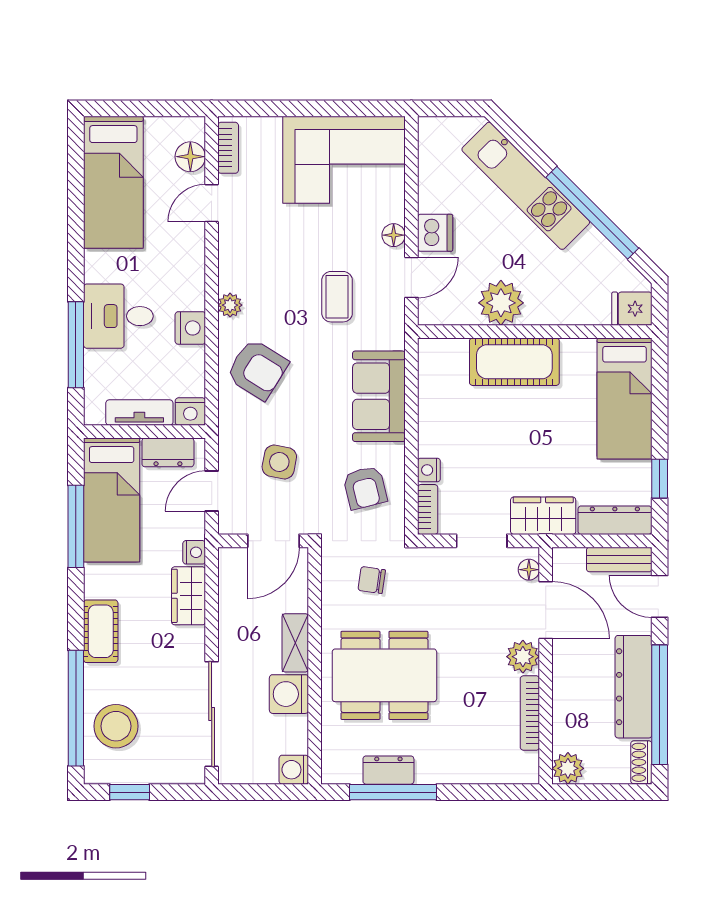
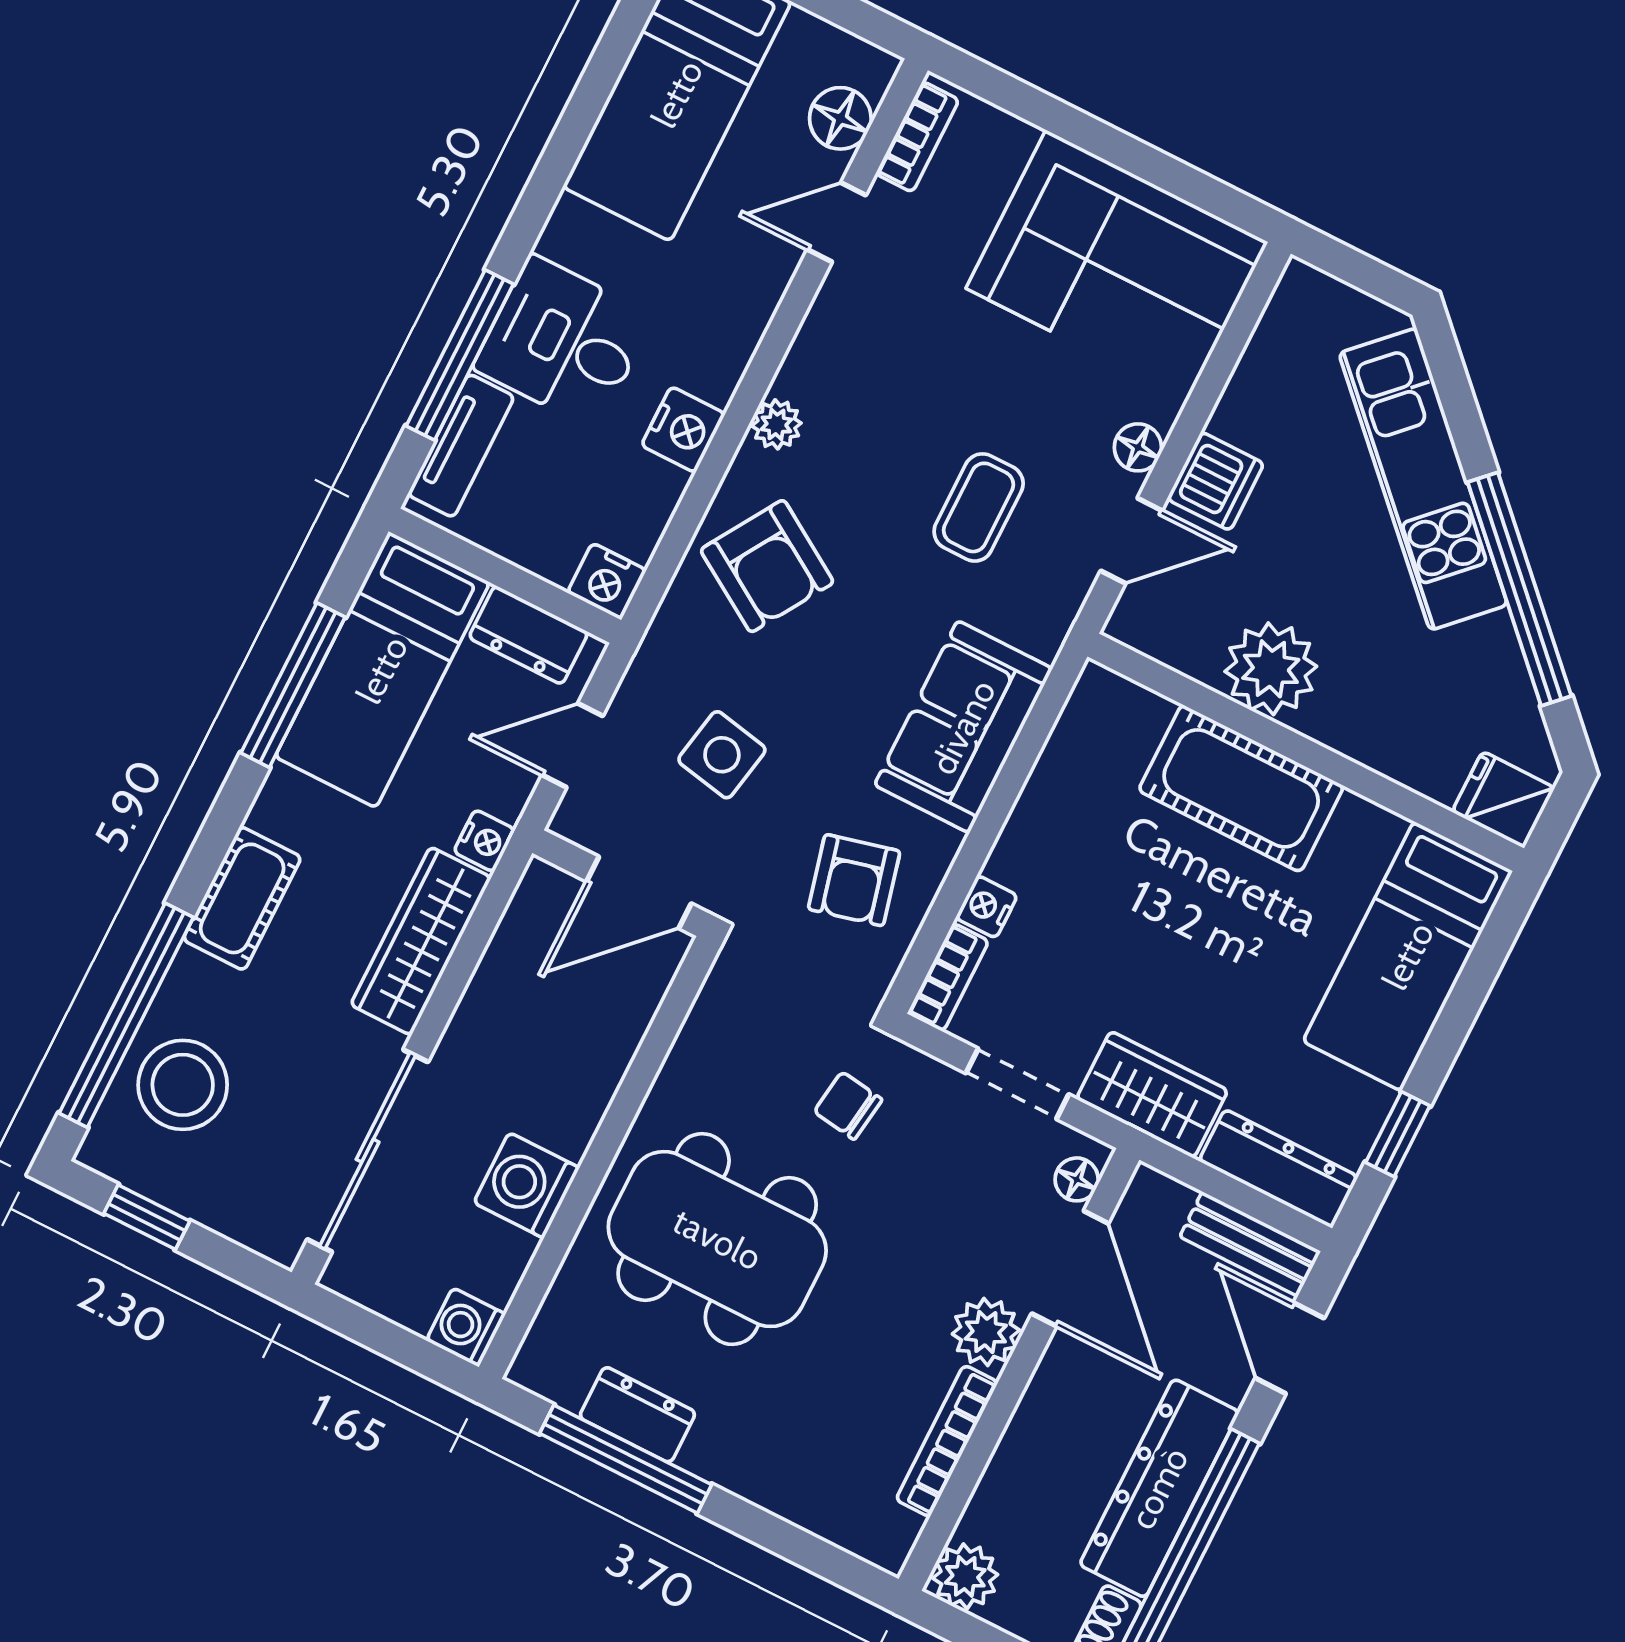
tv unit: (139, 413) -> (461, 446), moved, turned 90
chair: (372, 580) -> (848, 1106), moved
wardrobe: (188, 596) -> (421, 941), width x1.50
shelving: (295, 643) -> (585, 1098), removed

